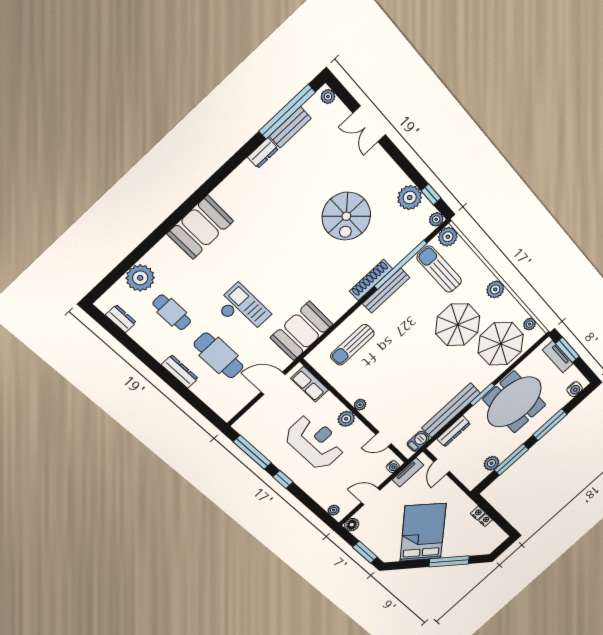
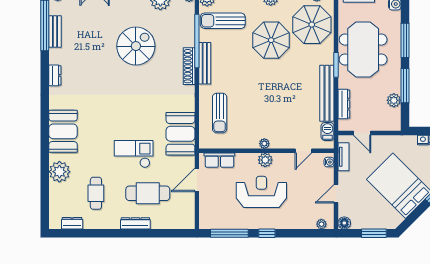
dresser: (263, 153) -> (55, 75), moved
spiral stairs: (346, 216) -> (136, 46), turned -90
plant: (140, 278) -> (59, 172), moved
cafe table: (172, 312) -> (96, 193), turned 90

